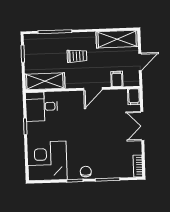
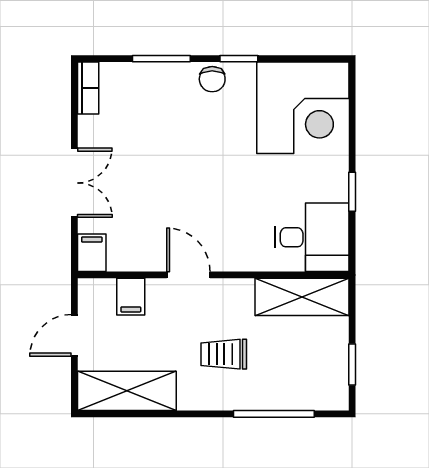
door: (93, 89) -> (188, 275), hinge flipped

